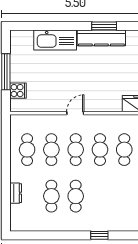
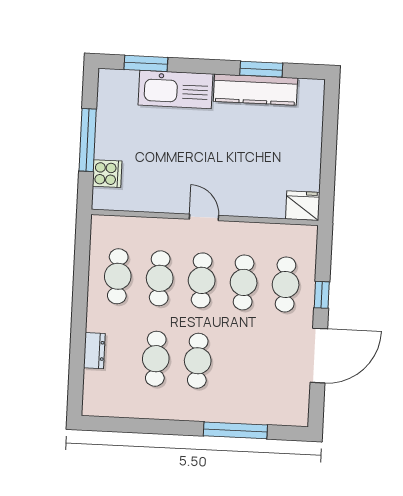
window: (37, 26) -> (146, 63), added
door: (75, 113) -> (204, 217), hinge flipped
window: (99, 235) -> (235, 430), width x2.17

